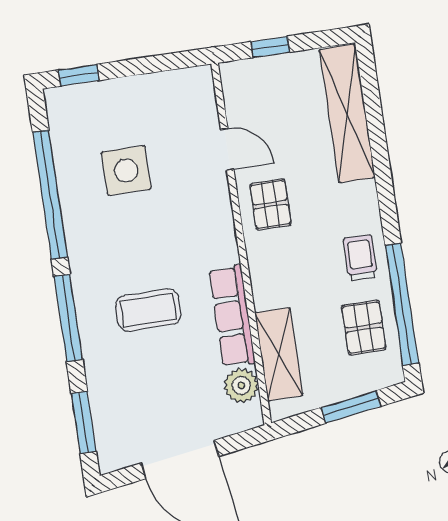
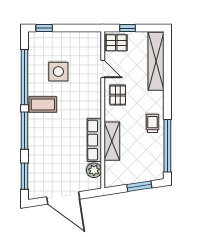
coffee table: (148, 310) -> (43, 105), moved
pallet: (364, 327) -> (116, 43), moved, turned 90
shelving: (279, 354) -> (112, 141), moved

